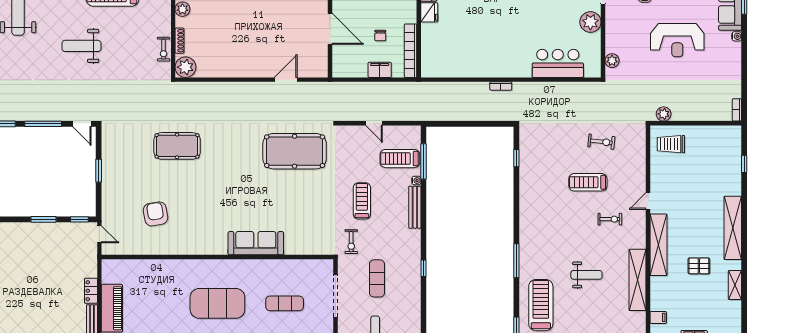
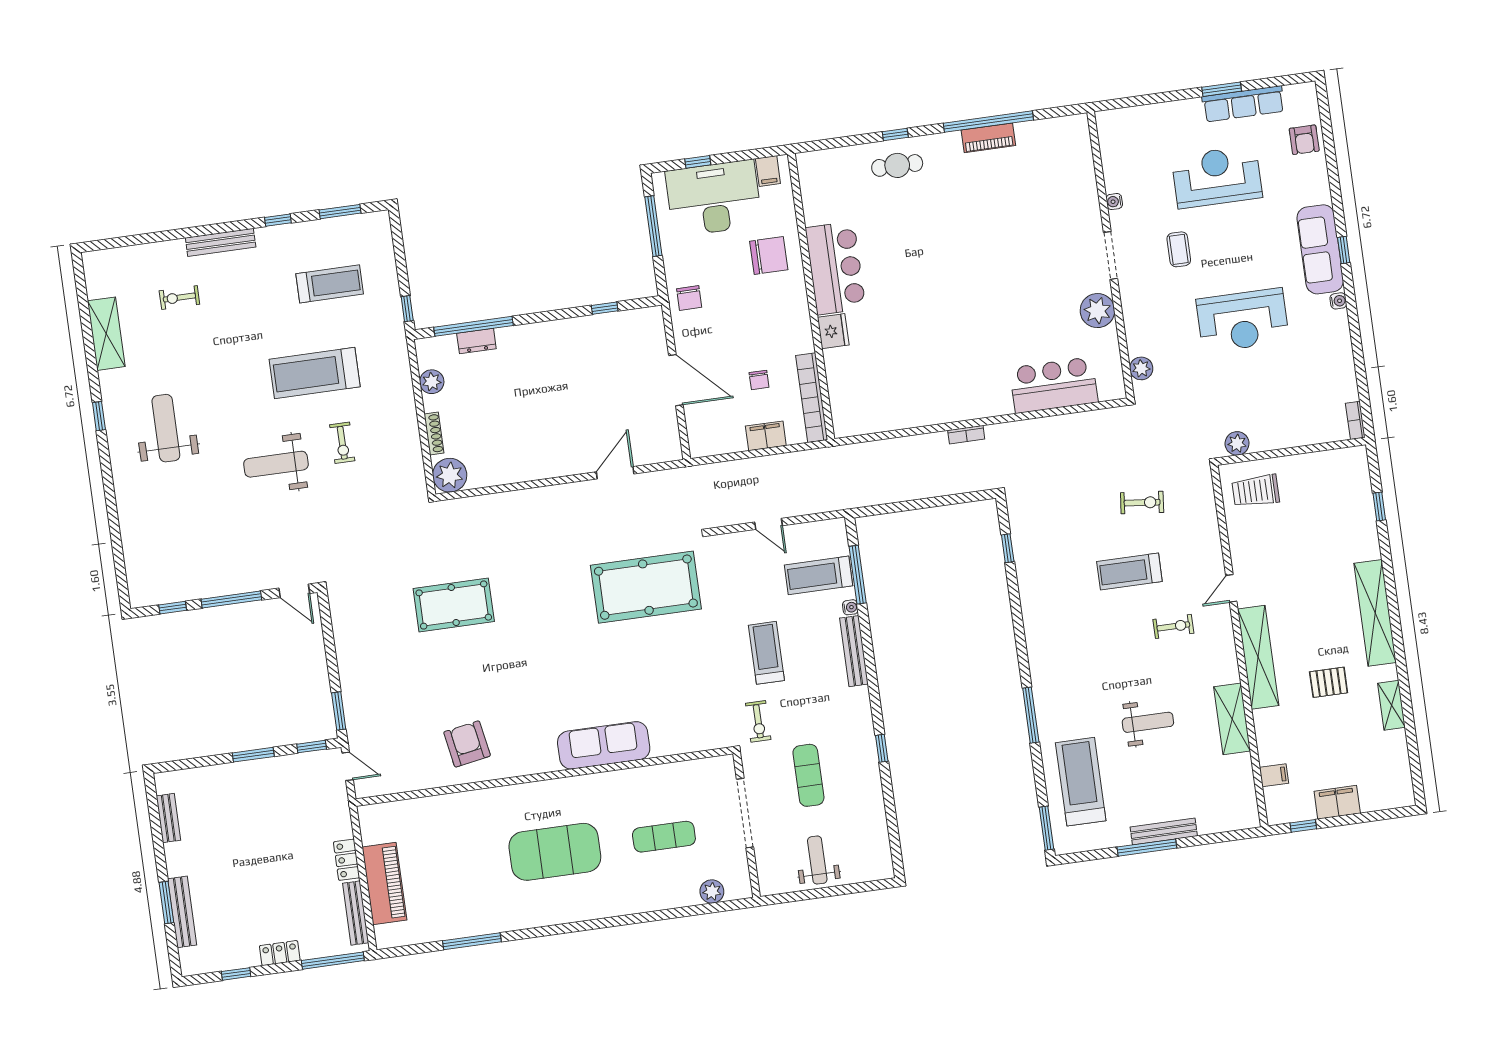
exercise bike: (164, 49) -> (342, 443), moved
window: (99, 171) -> (339, 711), moved
armchair: (155, 214) -> (467, 744), moved
shelving: (638, 280) -> (1232, 719), width x0.68

